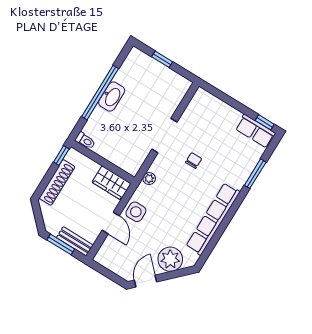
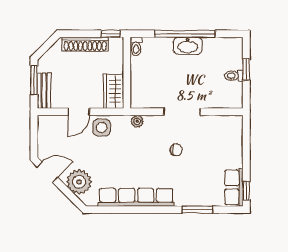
toilet: (161, 73) -> (234, 76), added

